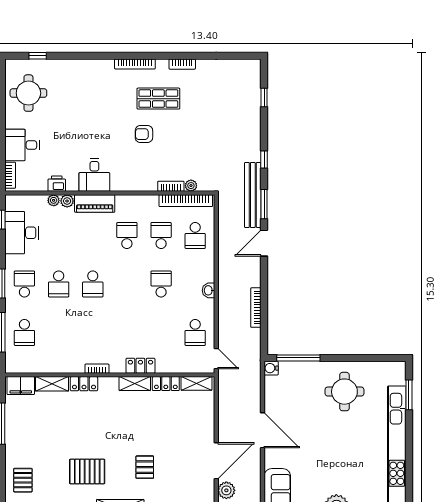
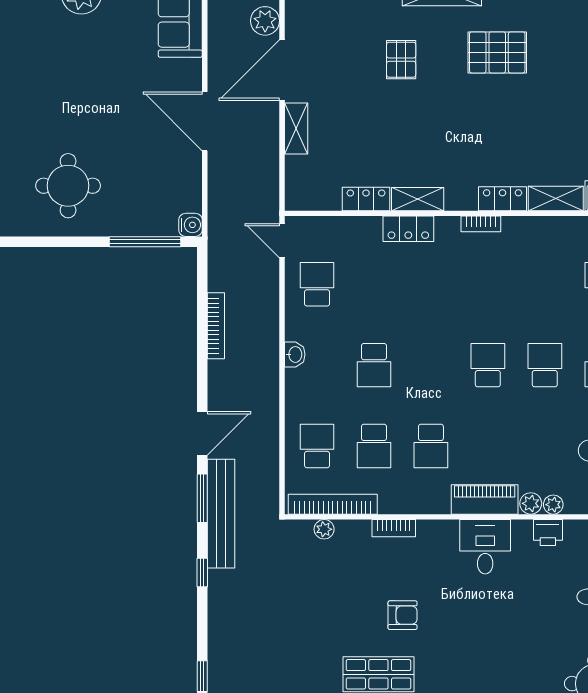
bookcase: (171, 186) -> (394, 528), moved
shelving: (197, 383) -> (296, 129), moved, turned 90

